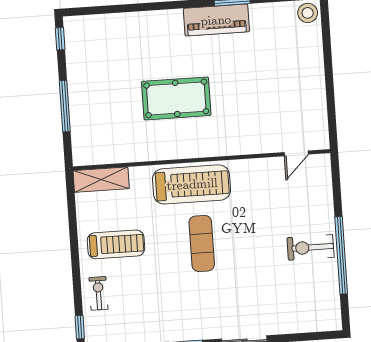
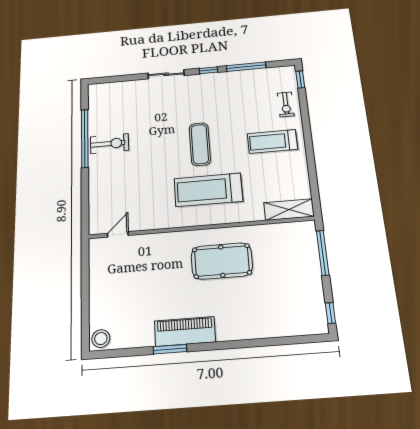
door: (296, 153) -> (118, 234), moved
wall: (202, 160) -> (201, 228), moved
shelving: (101, 180) -> (289, 210), moved

